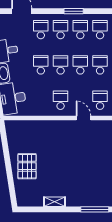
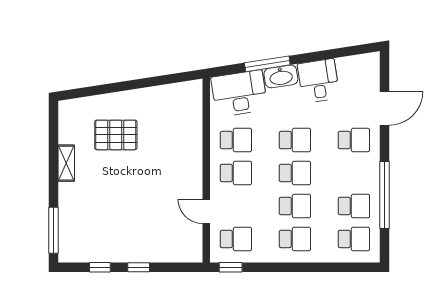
window: (74, 11) -> (385, 195), width x2.11
school desk: (61, 30) -> (236, 140), moved
door: (83, 118) -> (206, 211), swing flipped
pallet: (27, 166) -> (116, 135), moved

